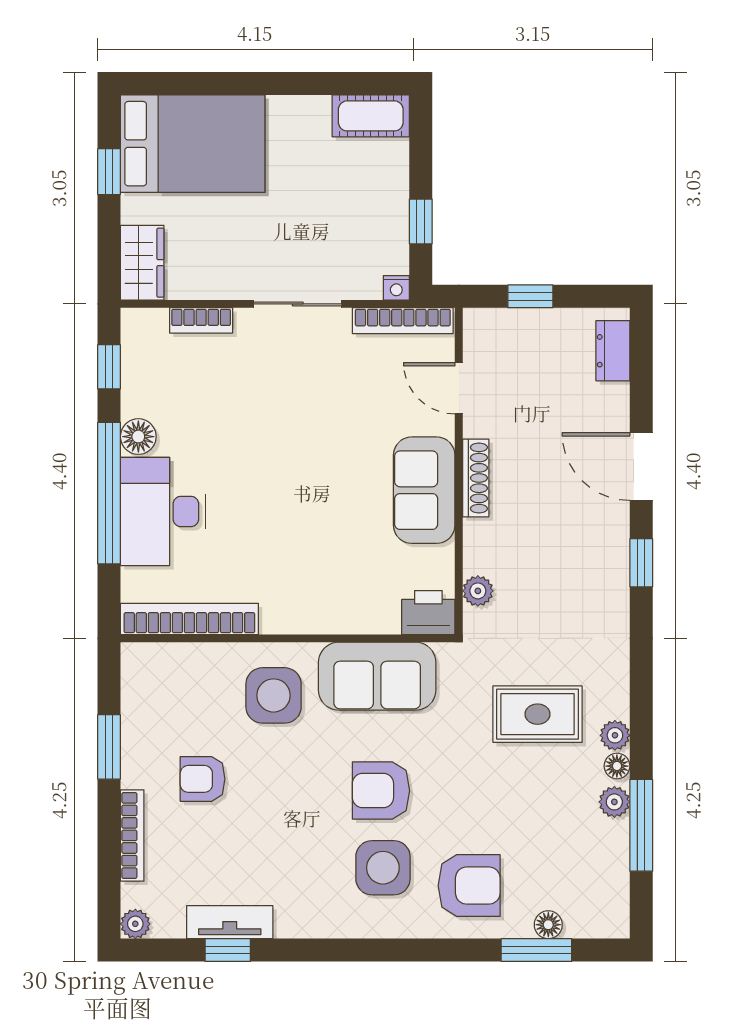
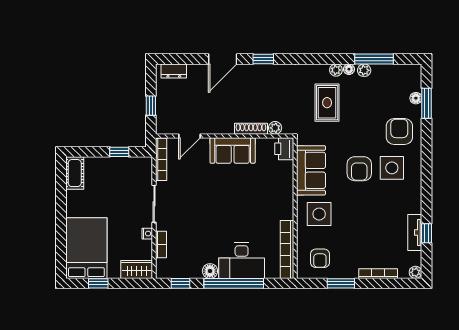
nightstand: (396, 288) -> (147, 234), moved
shoe rack: (476, 478) -> (251, 129), moved
armchair: (203, 779) -> (320, 258), moved

